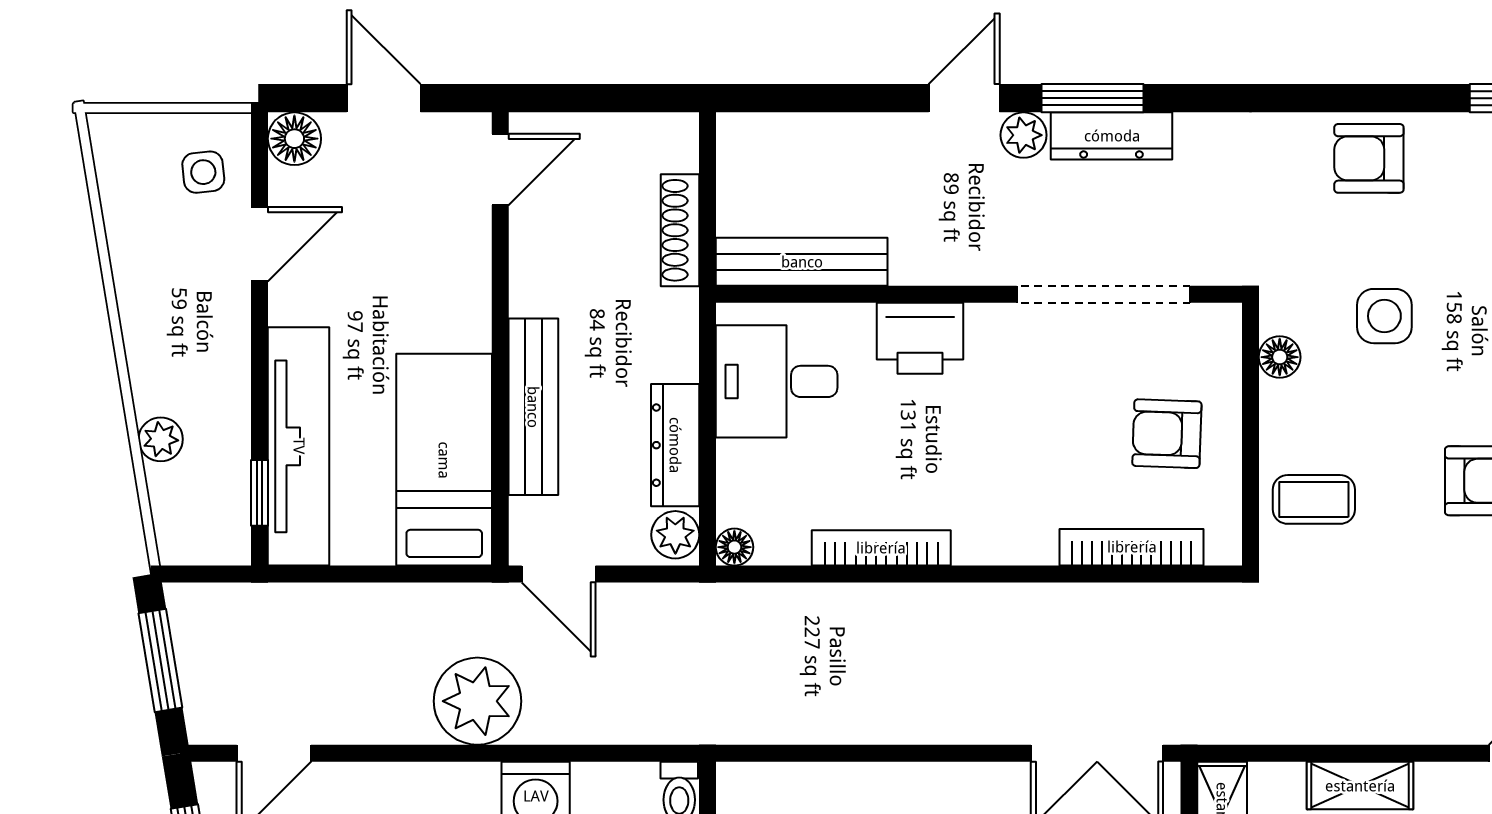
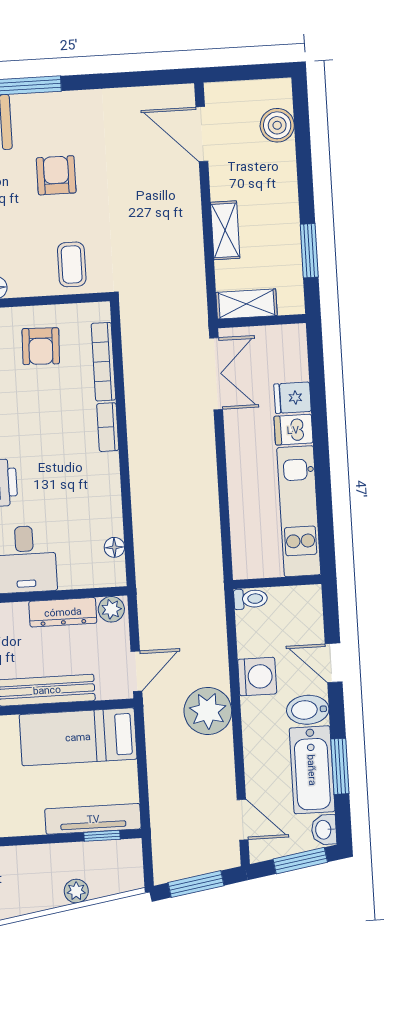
tv unit: (299, 446) -> (93, 819), width x0.73, depth x0.78
floor lamp: (734, 547) -> (114, 547), moved
bookcase: (881, 548) -> (108, 427), moved, width x0.64

